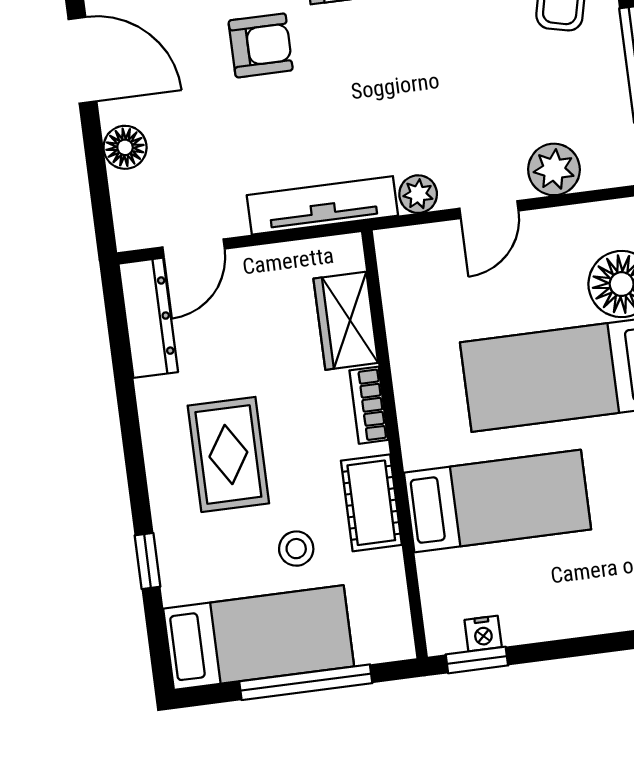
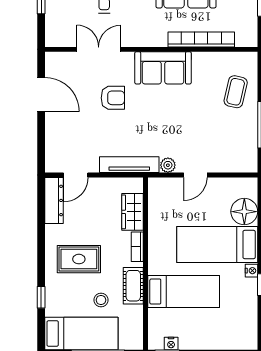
floor lamp: (125, 147) -> (54, 131), removed
plant: (554, 169) -> (223, 162), removed
rug: (228, 454) -> (79, 259), turned 90

